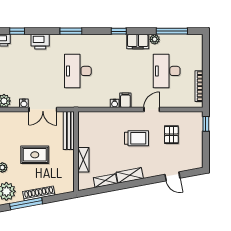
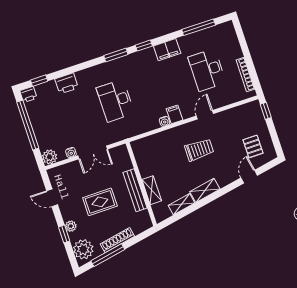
window: (71, 31) -> (116, 55), moved
plant: (155, 39) -> (184, 41), removed
bench: (69, 130) -> (135, 190), moved
pallet: (171, 135) -> (253, 146), moved
door: (172, 176) -> (249, 177), swing flipped

